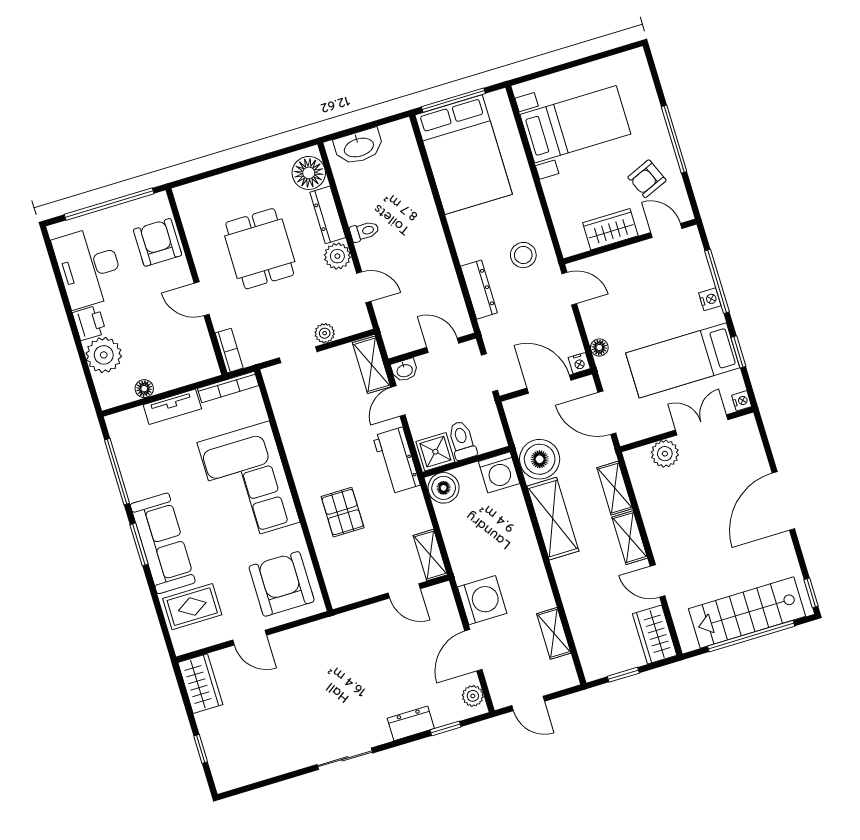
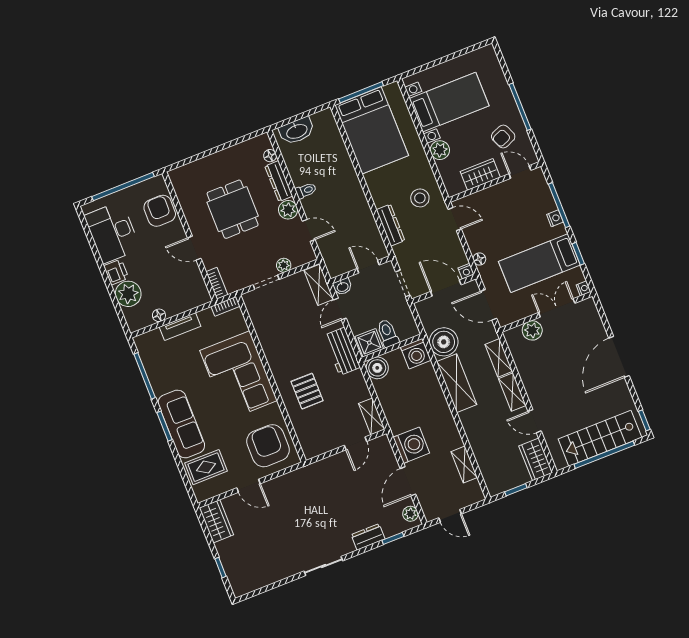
floor lamp: (309, 173) -> (270, 156), width x0.53, depth x0.53
plant: (557, 190) -> (440, 150), added
bookcase: (228, 387) -> (225, 306), width x0.64
door: (404, 591) -> (355, 443), hinge flipped

